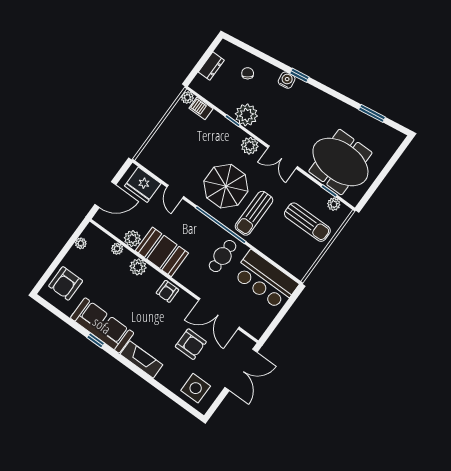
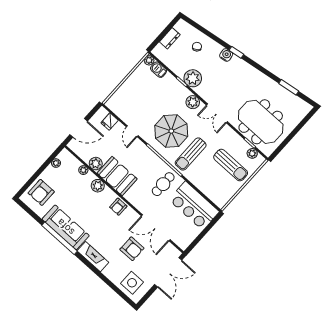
fridge: (143, 185) -> (110, 122), width x0.53, depth x0.75
window: (96, 340) -> (60, 238), width x3.17

